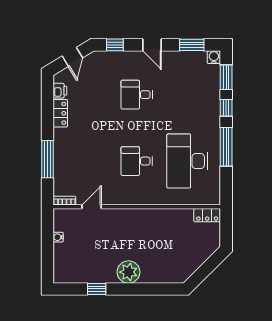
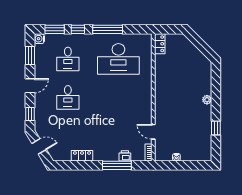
printer: (60, 91) -> (125, 156), moved
desk: (137, 161) -> (68, 59), moved
plant: (128, 272) -> (207, 100), width x0.53, depth x0.53

